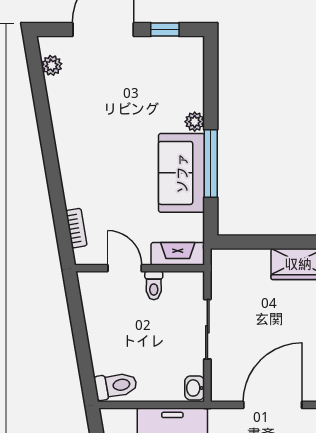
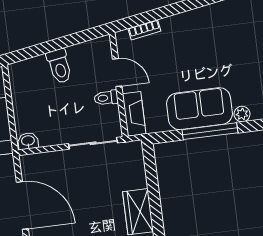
door: (125, 268) -> (117, 73), hinge flipped
sliding door: (207, 329) -> (93, 143), moved
toilet: (116, 386) -> (59, 66), moved

